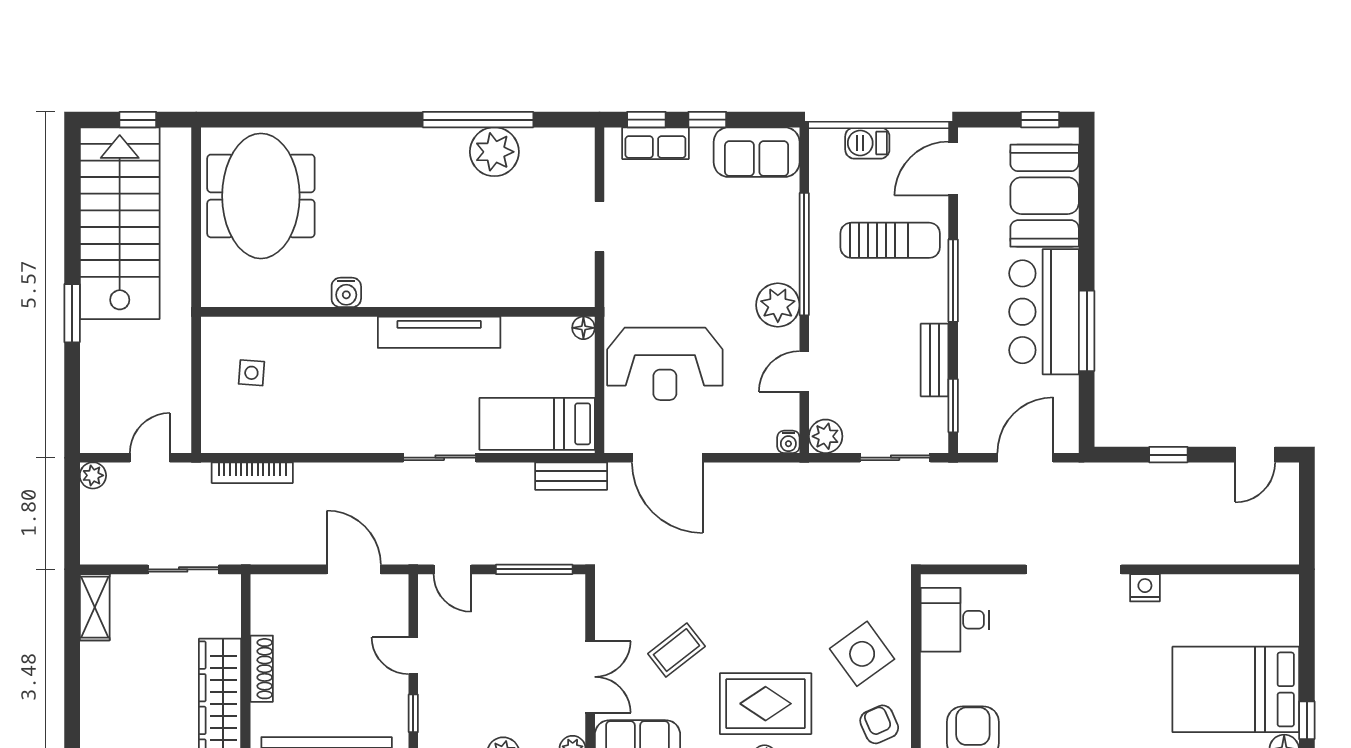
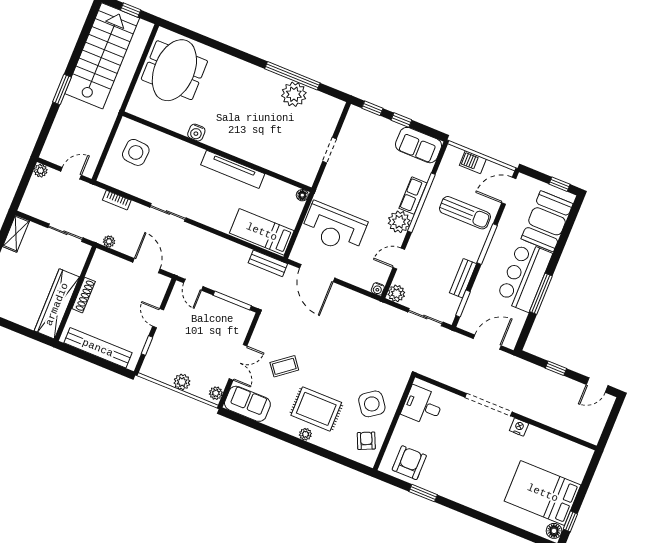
row of seats: (655, 143) -> (413, 196), moved, turned 90
side table: (251, 373) -> (136, 152), width x1.87, depth x1.87
sliding door: (440, 458) -> (168, 212), moved
bookcase: (252, 473) -> (117, 200), width x0.64
plant: (268, 553) -> (109, 241), added

